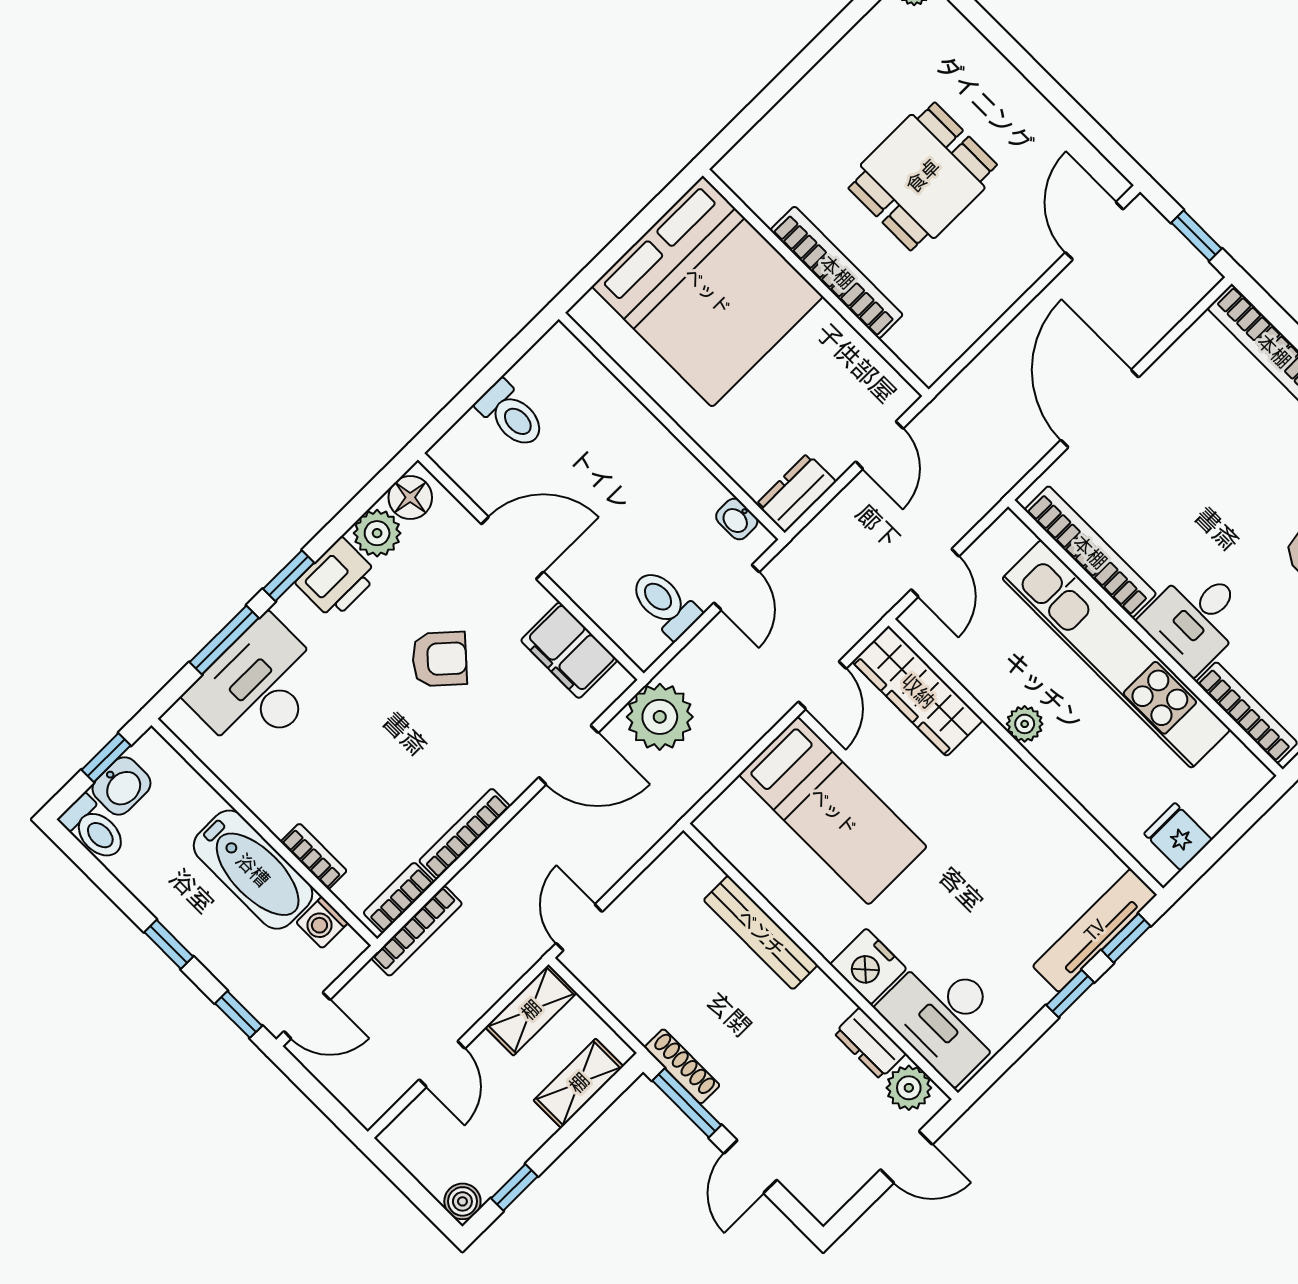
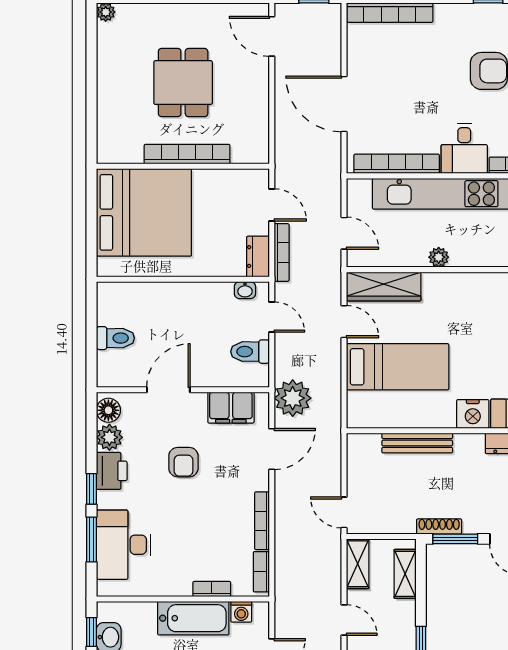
armchair: (439, 659) -> (183, 462), turned 138
bookcase: (417, 931) -> (282, 253), moved

